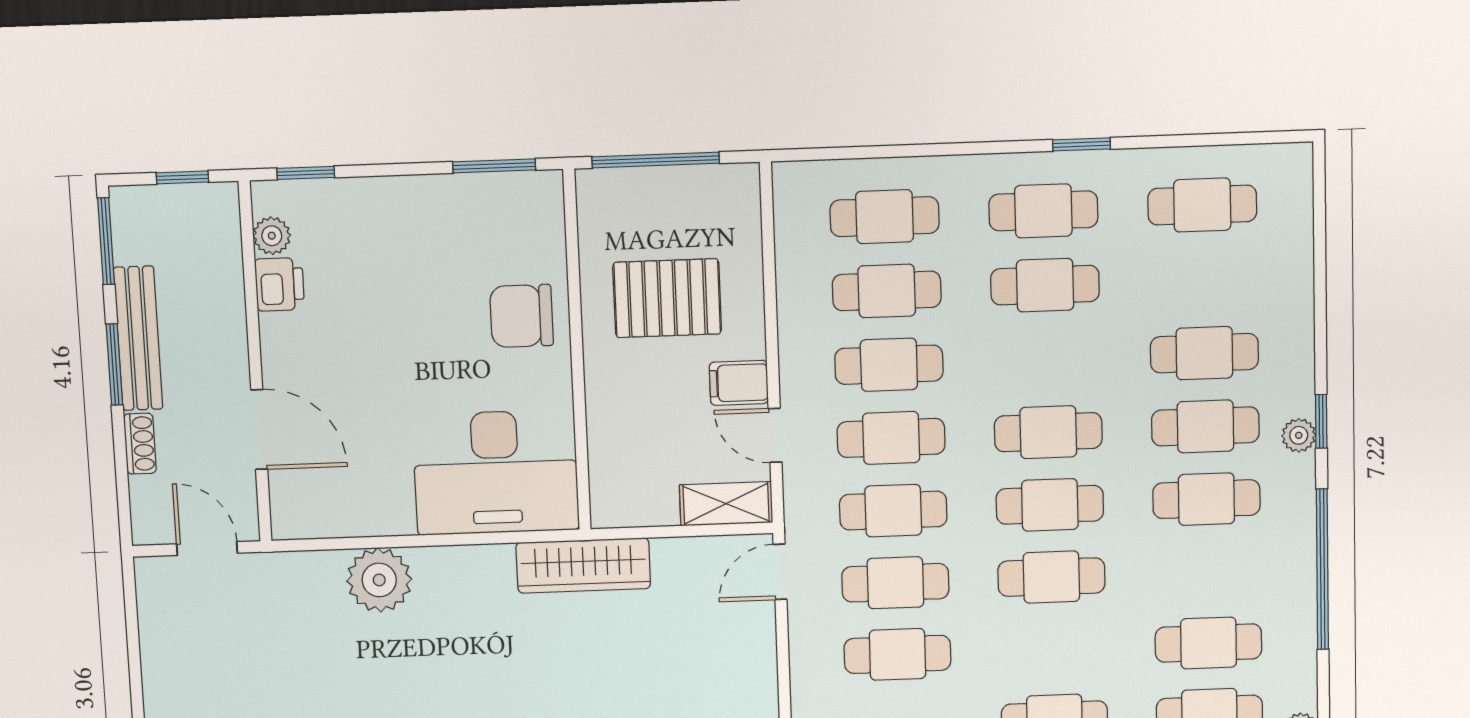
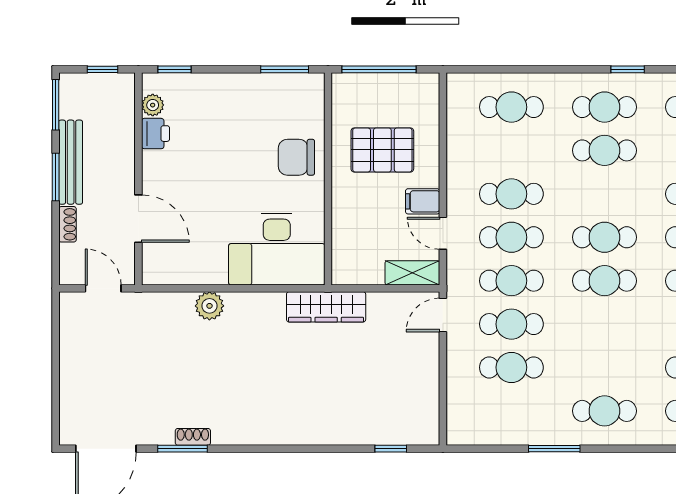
cafe table: (887, 291) -> (511, 150), removed
cafe table: (1051, 577) -> (604, 324), removed
plant: (379, 580) -> (209, 306), width x0.73, depth x0.73

